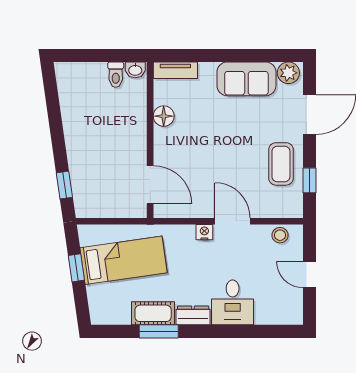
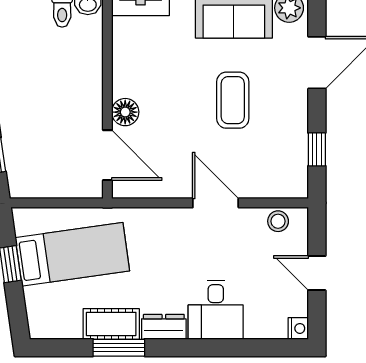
floor lamp: (164, 116) -> (125, 112), moved
coffee table: (281, 164) -> (233, 100), moved
nightstand: (204, 232) -> (298, 328), moved, turned 90

